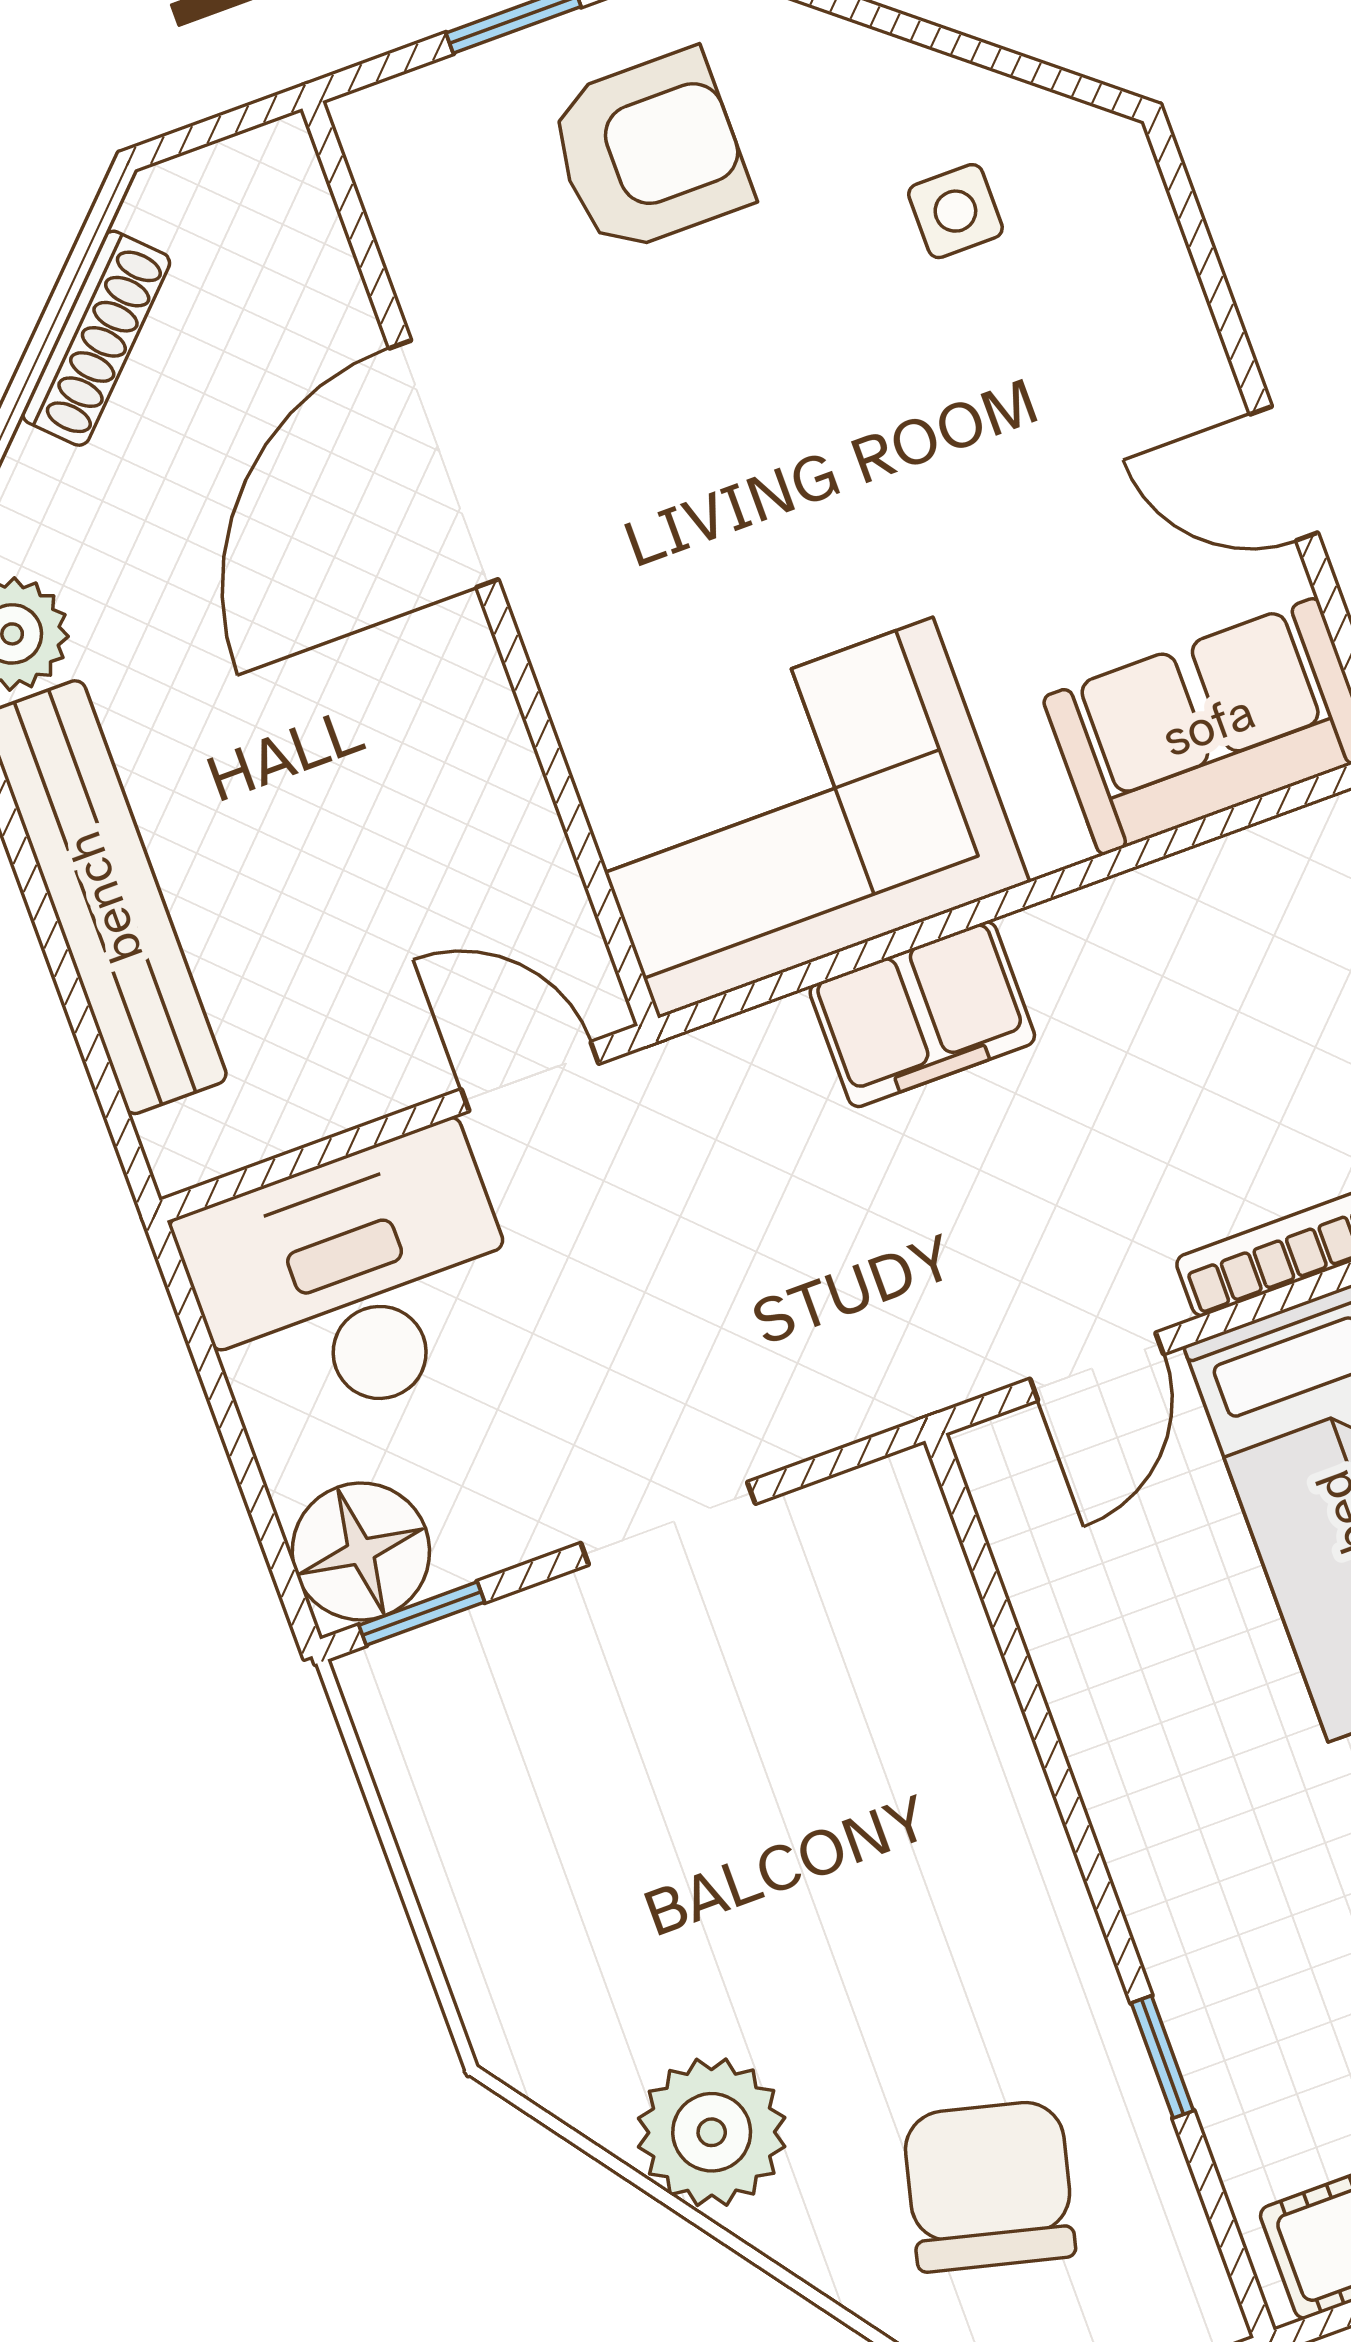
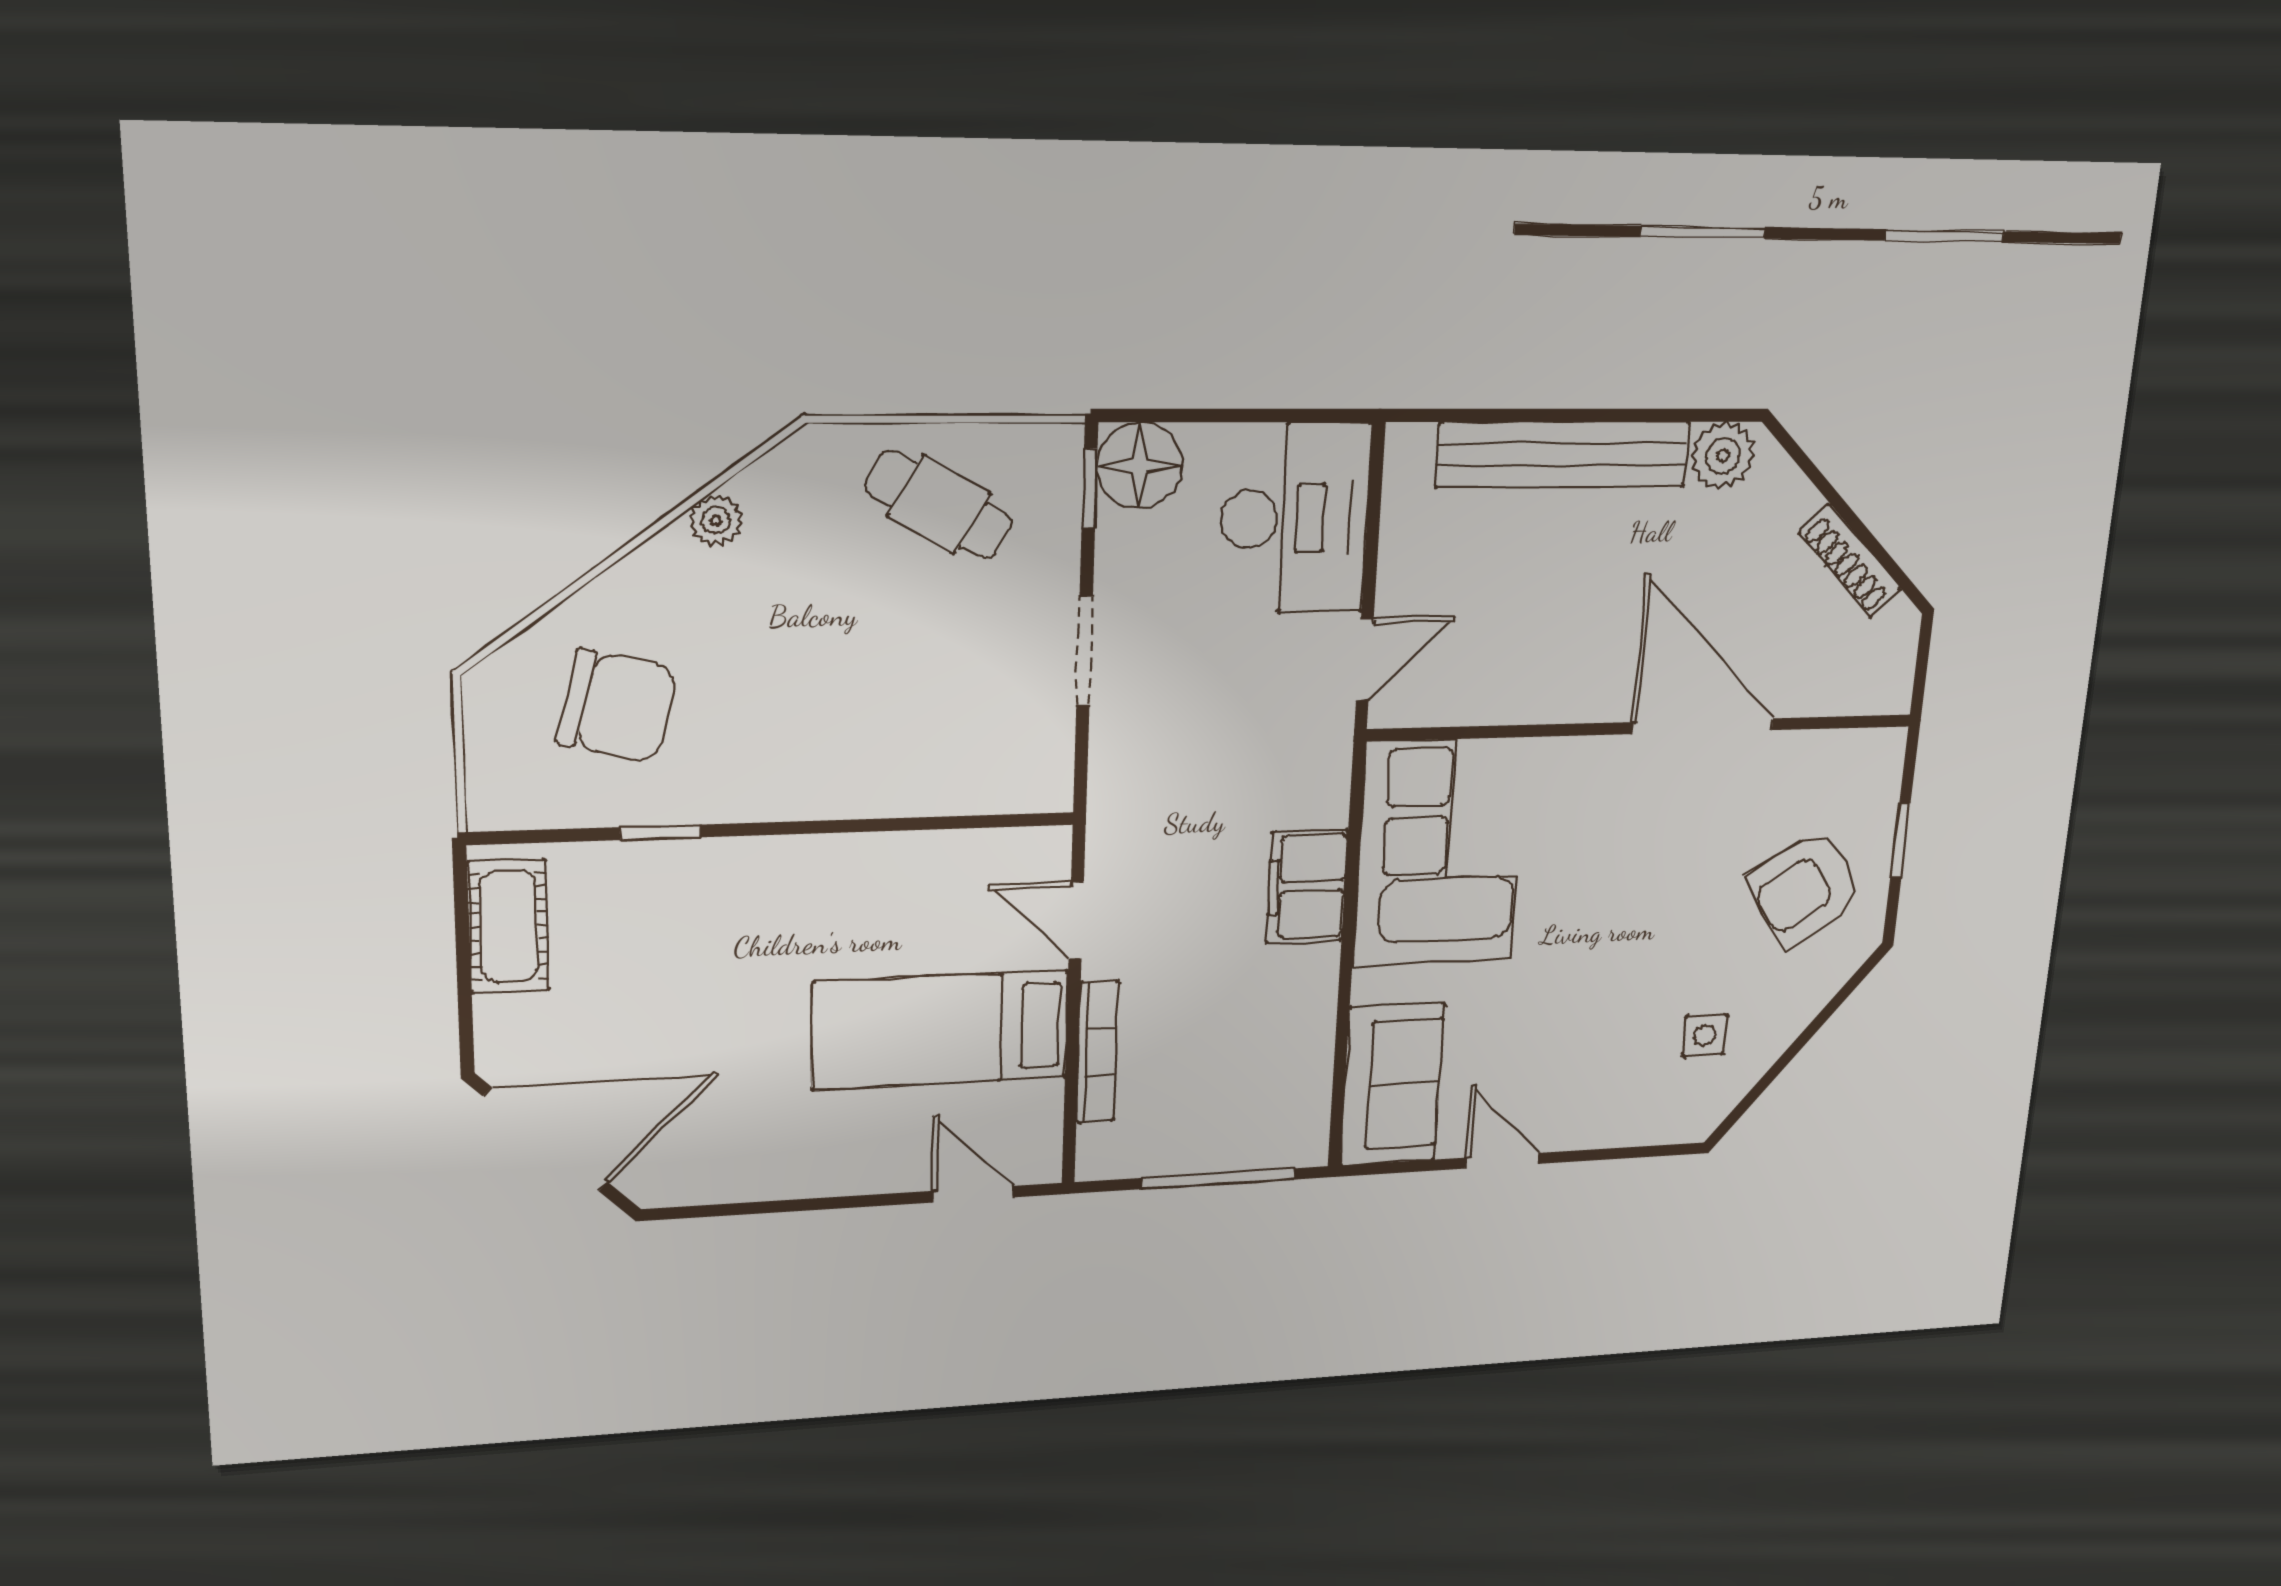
armchair: (649, 152) -> (1805, 888), turned 57
door: (1284, 473) -> (1502, 1161), hinge flipped
cafe table: (526, 1829) -> (939, 505), added
plant: (712, 2132) -> (716, 520), width x0.53, depth x0.53

